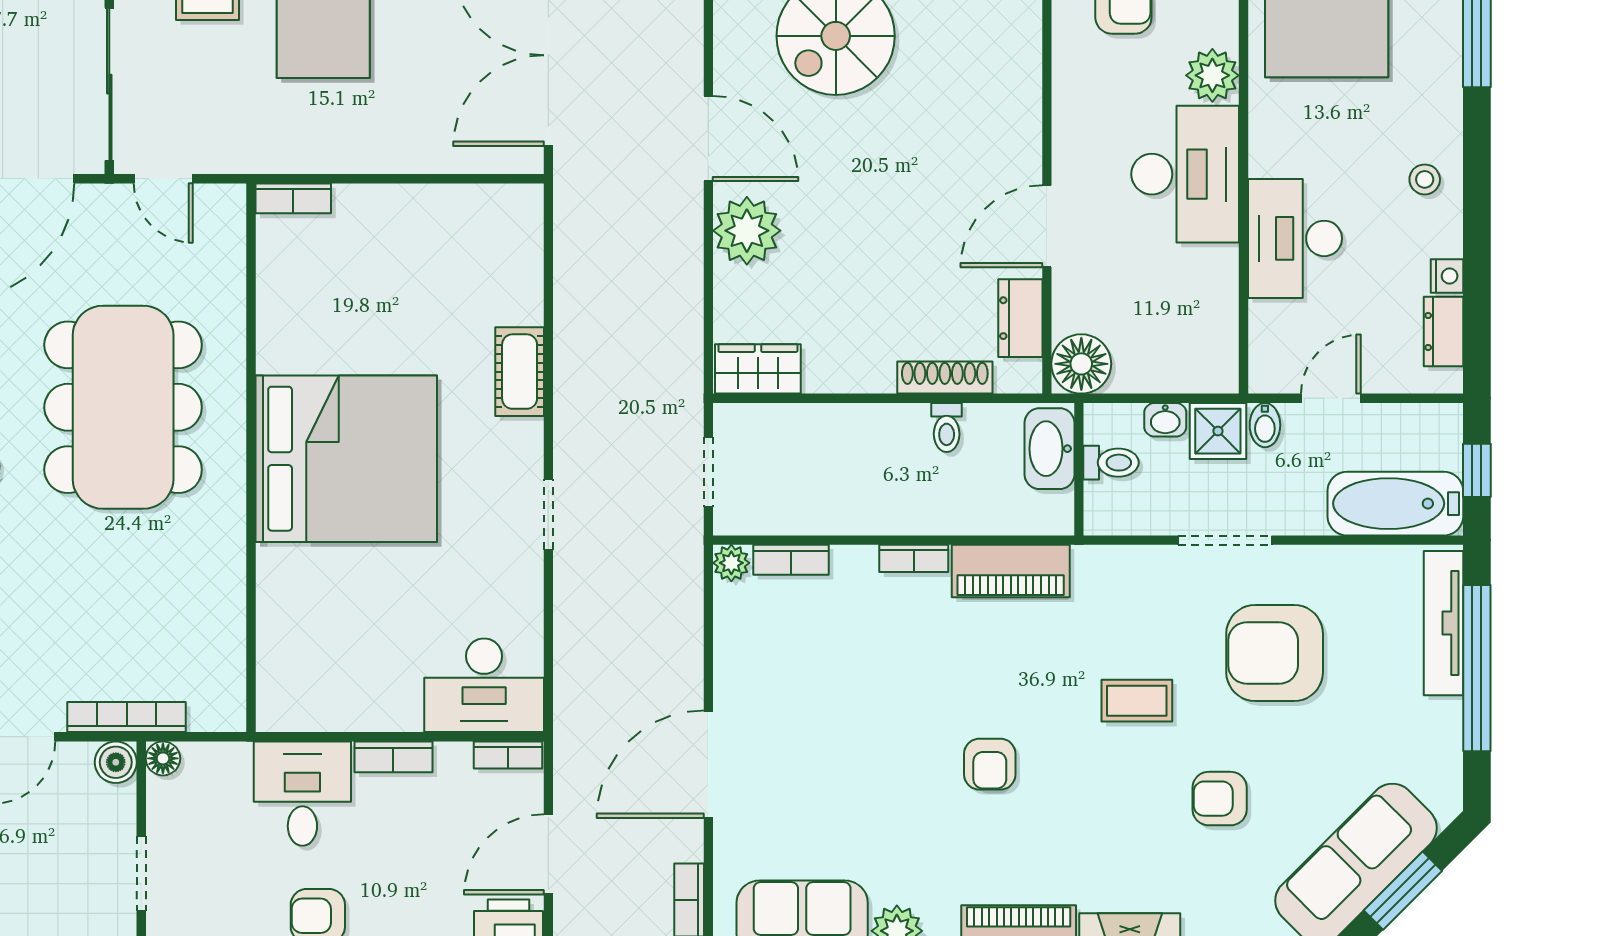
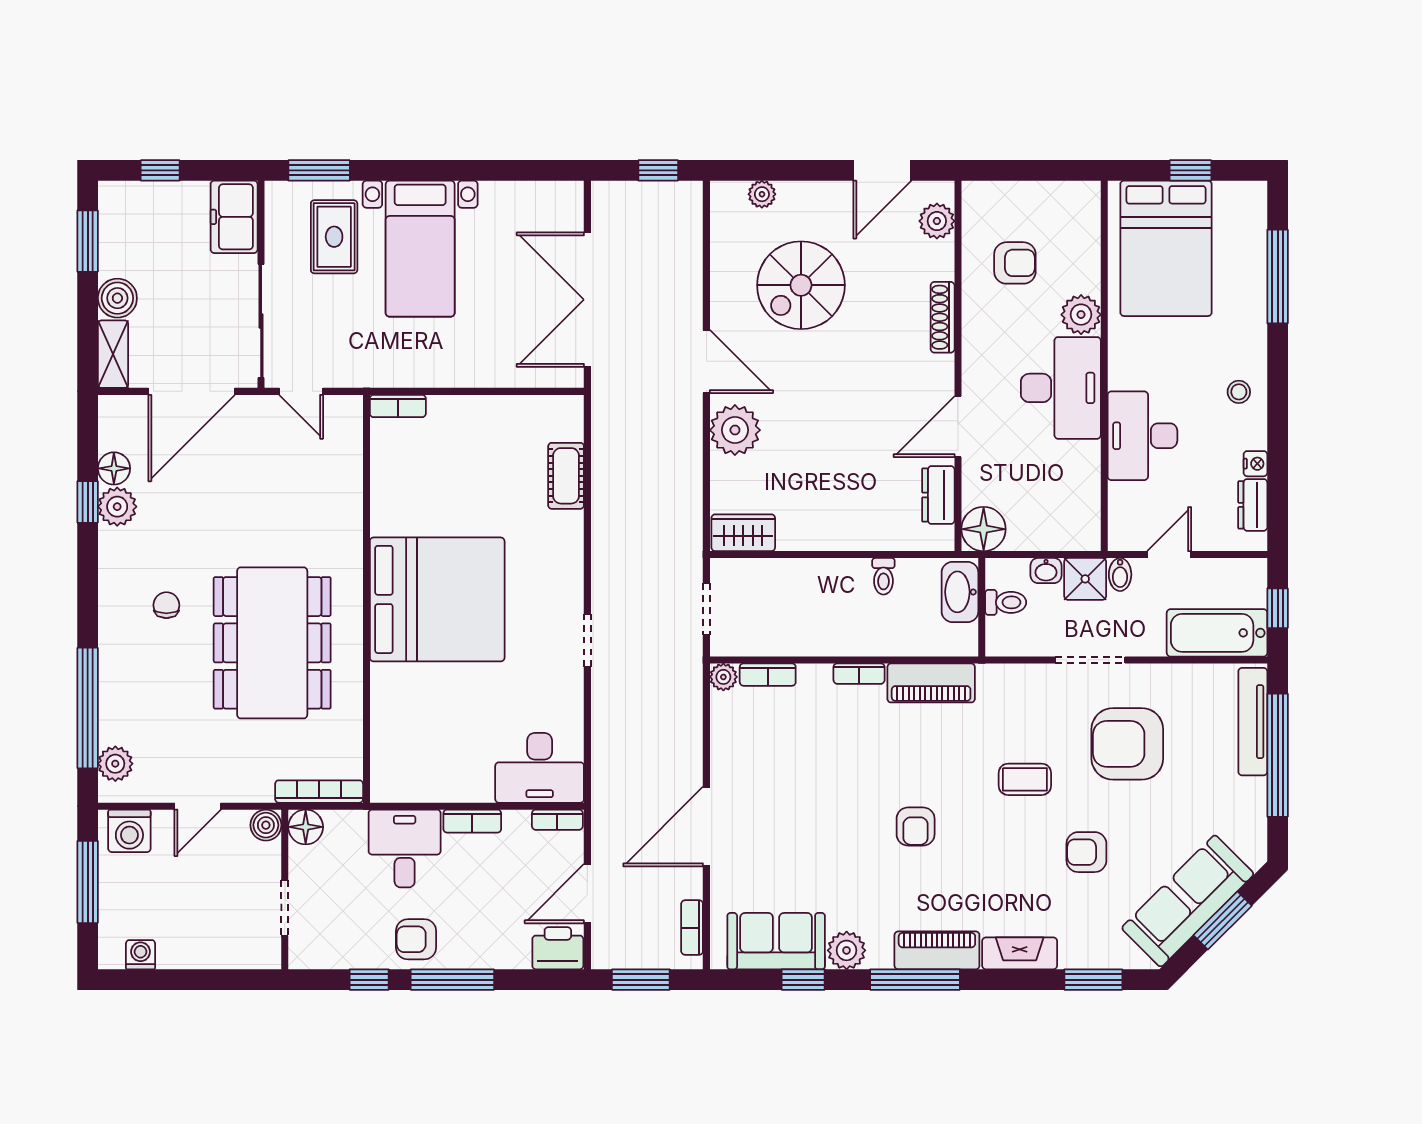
cot: (520, 372) -> (566, 476), moved
shoe rack: (945, 378) -> (943, 317), moved, turned -90
dining table: (123, 407) -> (272, 643), moved
bookcase: (127, 717) -> (319, 792), moved
floor lamp: (163, 758) -> (306, 827), width x1.37, depth x1.37

